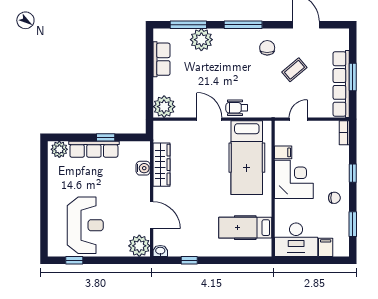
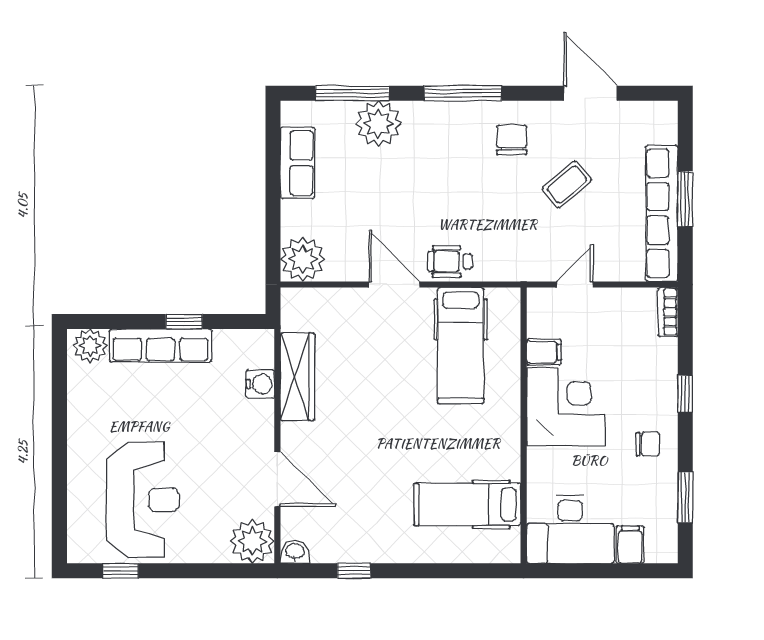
hospital bed: (247, 158) -> (461, 346), width x0.73, depth x0.78

